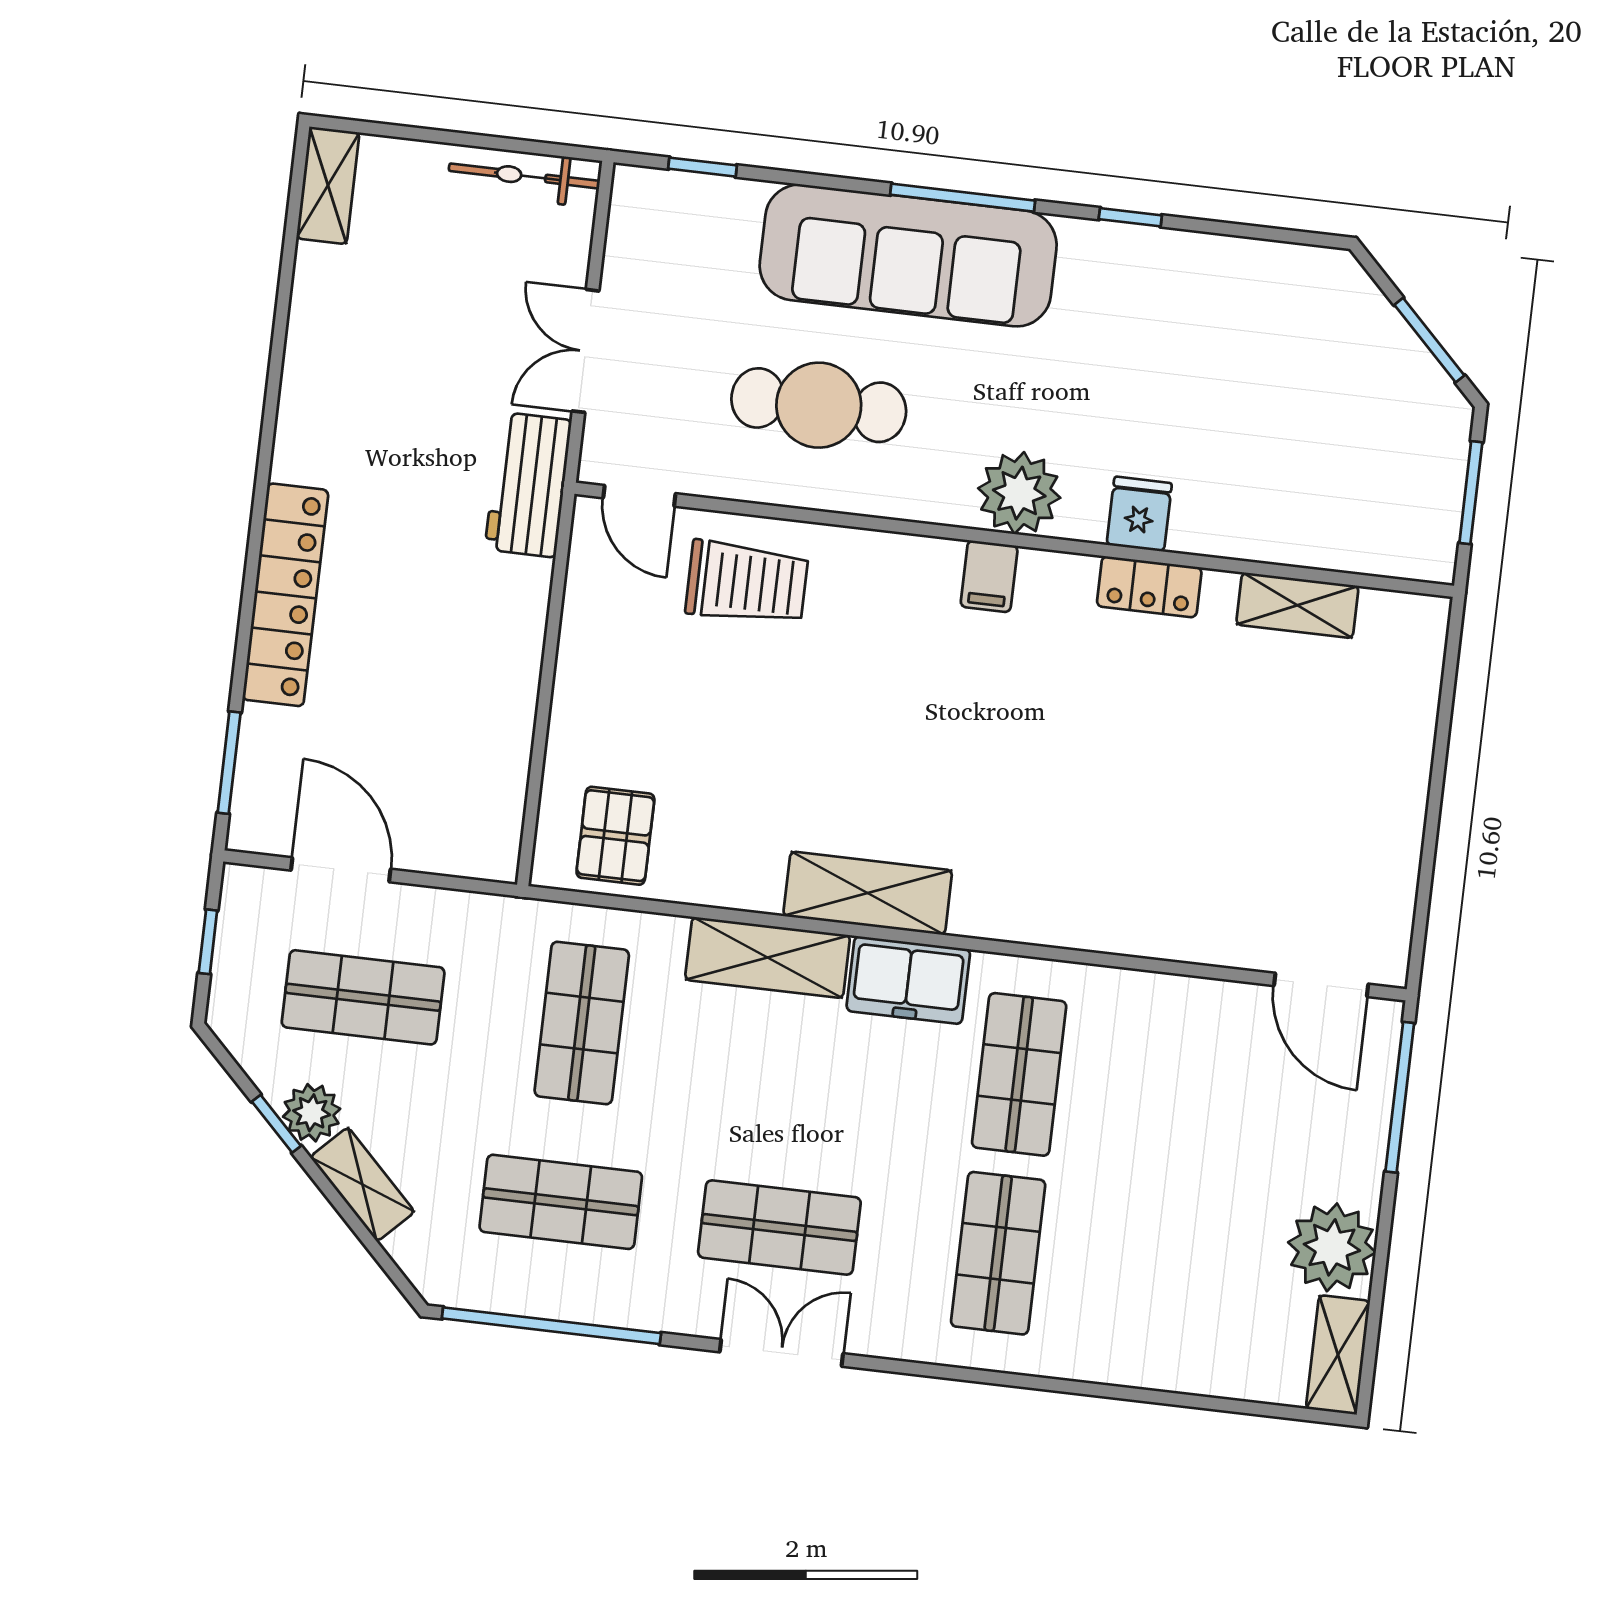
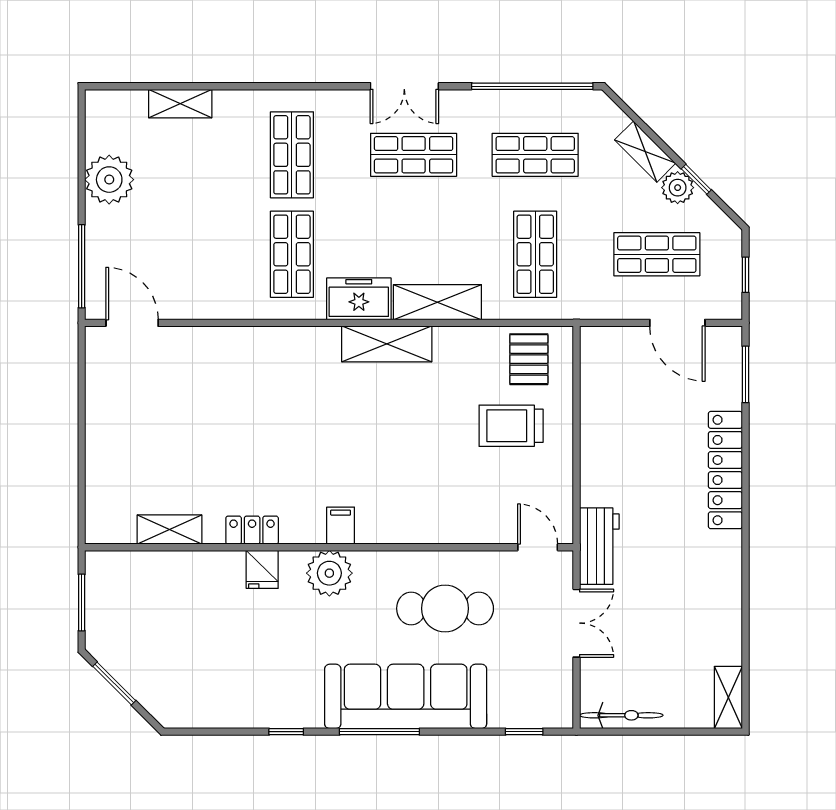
trolley: (747, 583) -> (511, 426), moved
shelving: (1338, 1355) -> (180, 104), moved, turned 90

